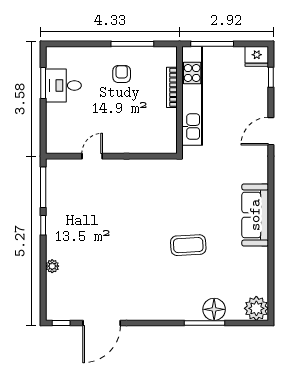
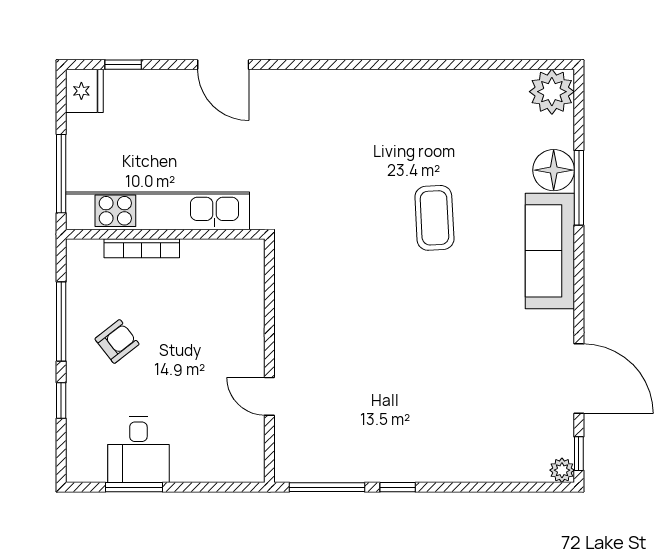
window: (90, 44) -> (61, 401), added
armchair: (122, 74) -> (117, 341), turned 142
sofa: (255, 215) -> (550, 251), moved, turned 90
plant: (52, 266) -> (562, 470), moved

